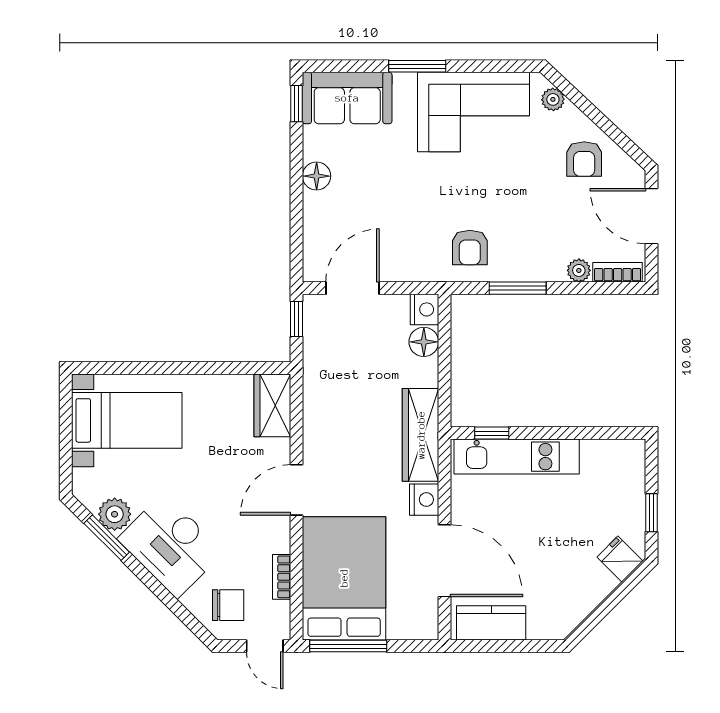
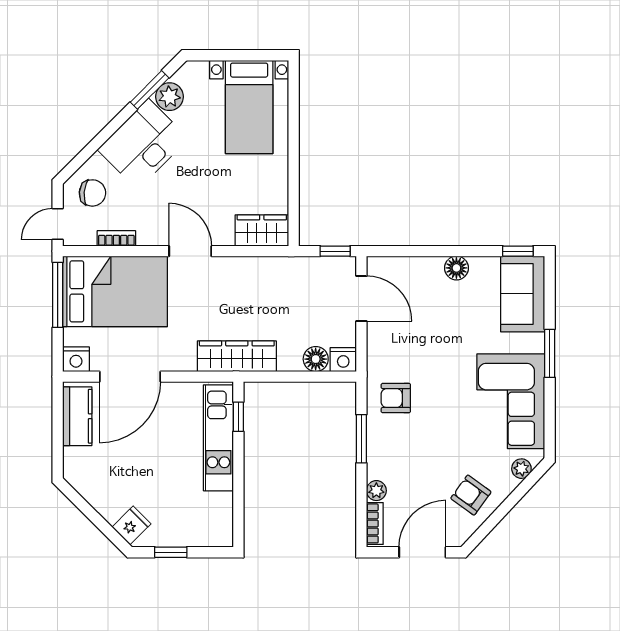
armchair: (584, 159) -> (471, 495), turned 36
nightstand: (424, 500) -> (76, 359), moved
chair: (228, 605) -> (92, 193), turned -85

